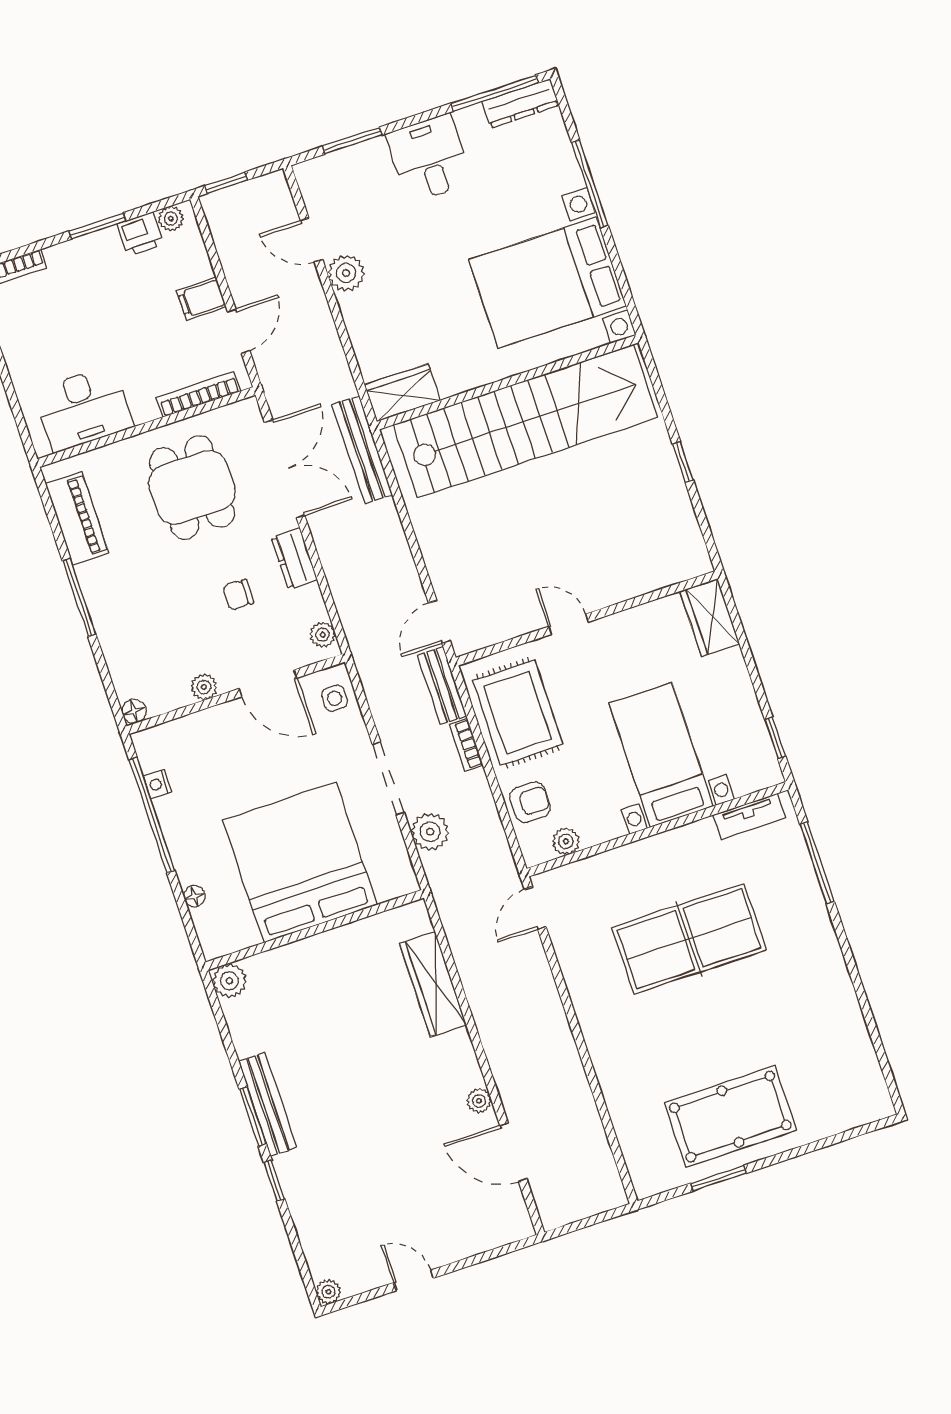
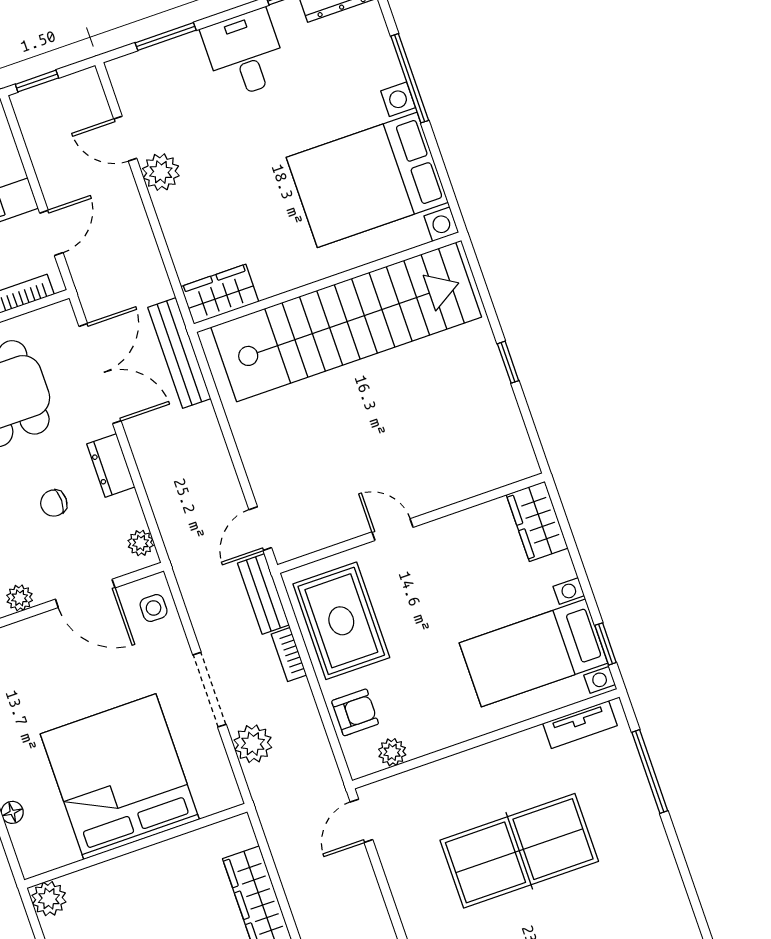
bed with nightstands: (661, 755) -> (534, 653), moved, turned -90

